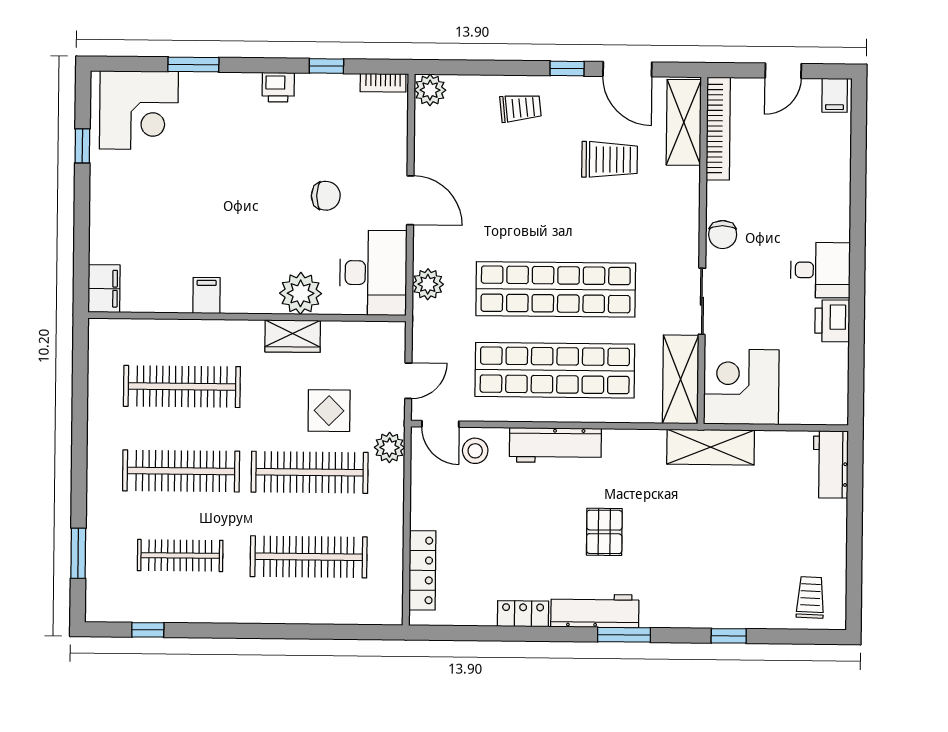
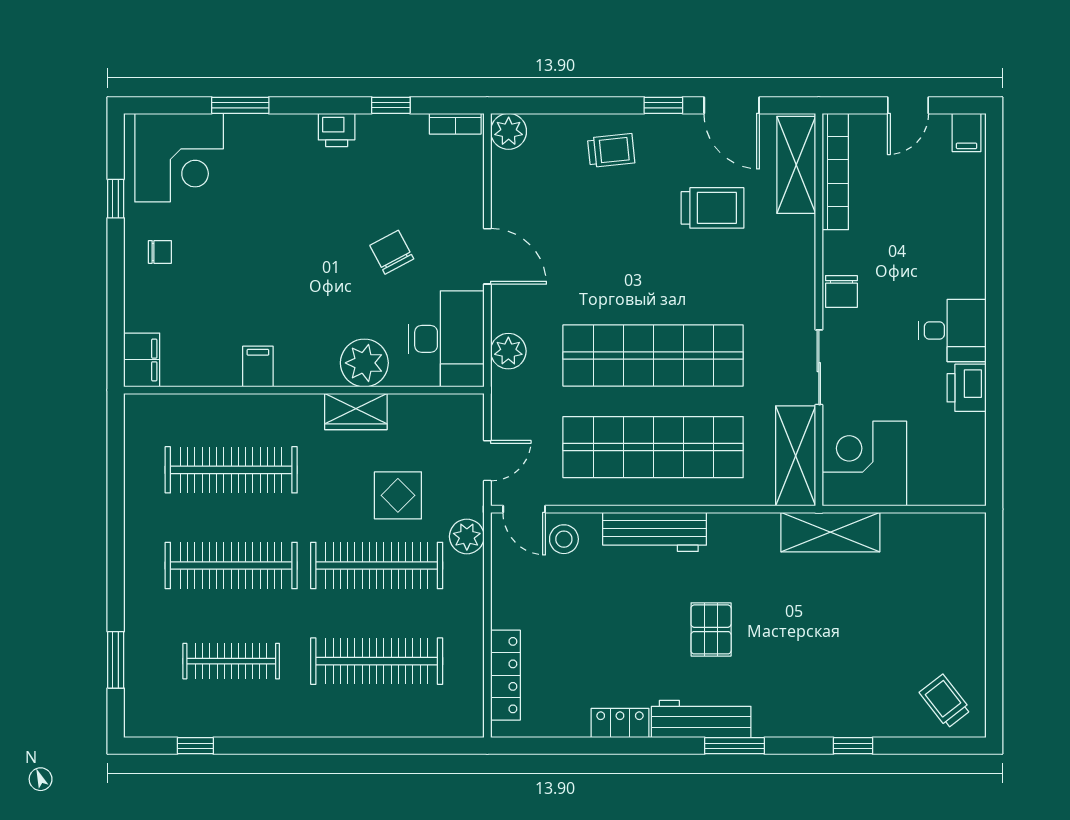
chair: (121, 193) -> (160, 252), added
chair: (326, 196) -> (392, 252), turned -118
workbench: (831, 464) -> (967, 550), removed
trolley: (810, 597) -> (945, 701), turned -40

